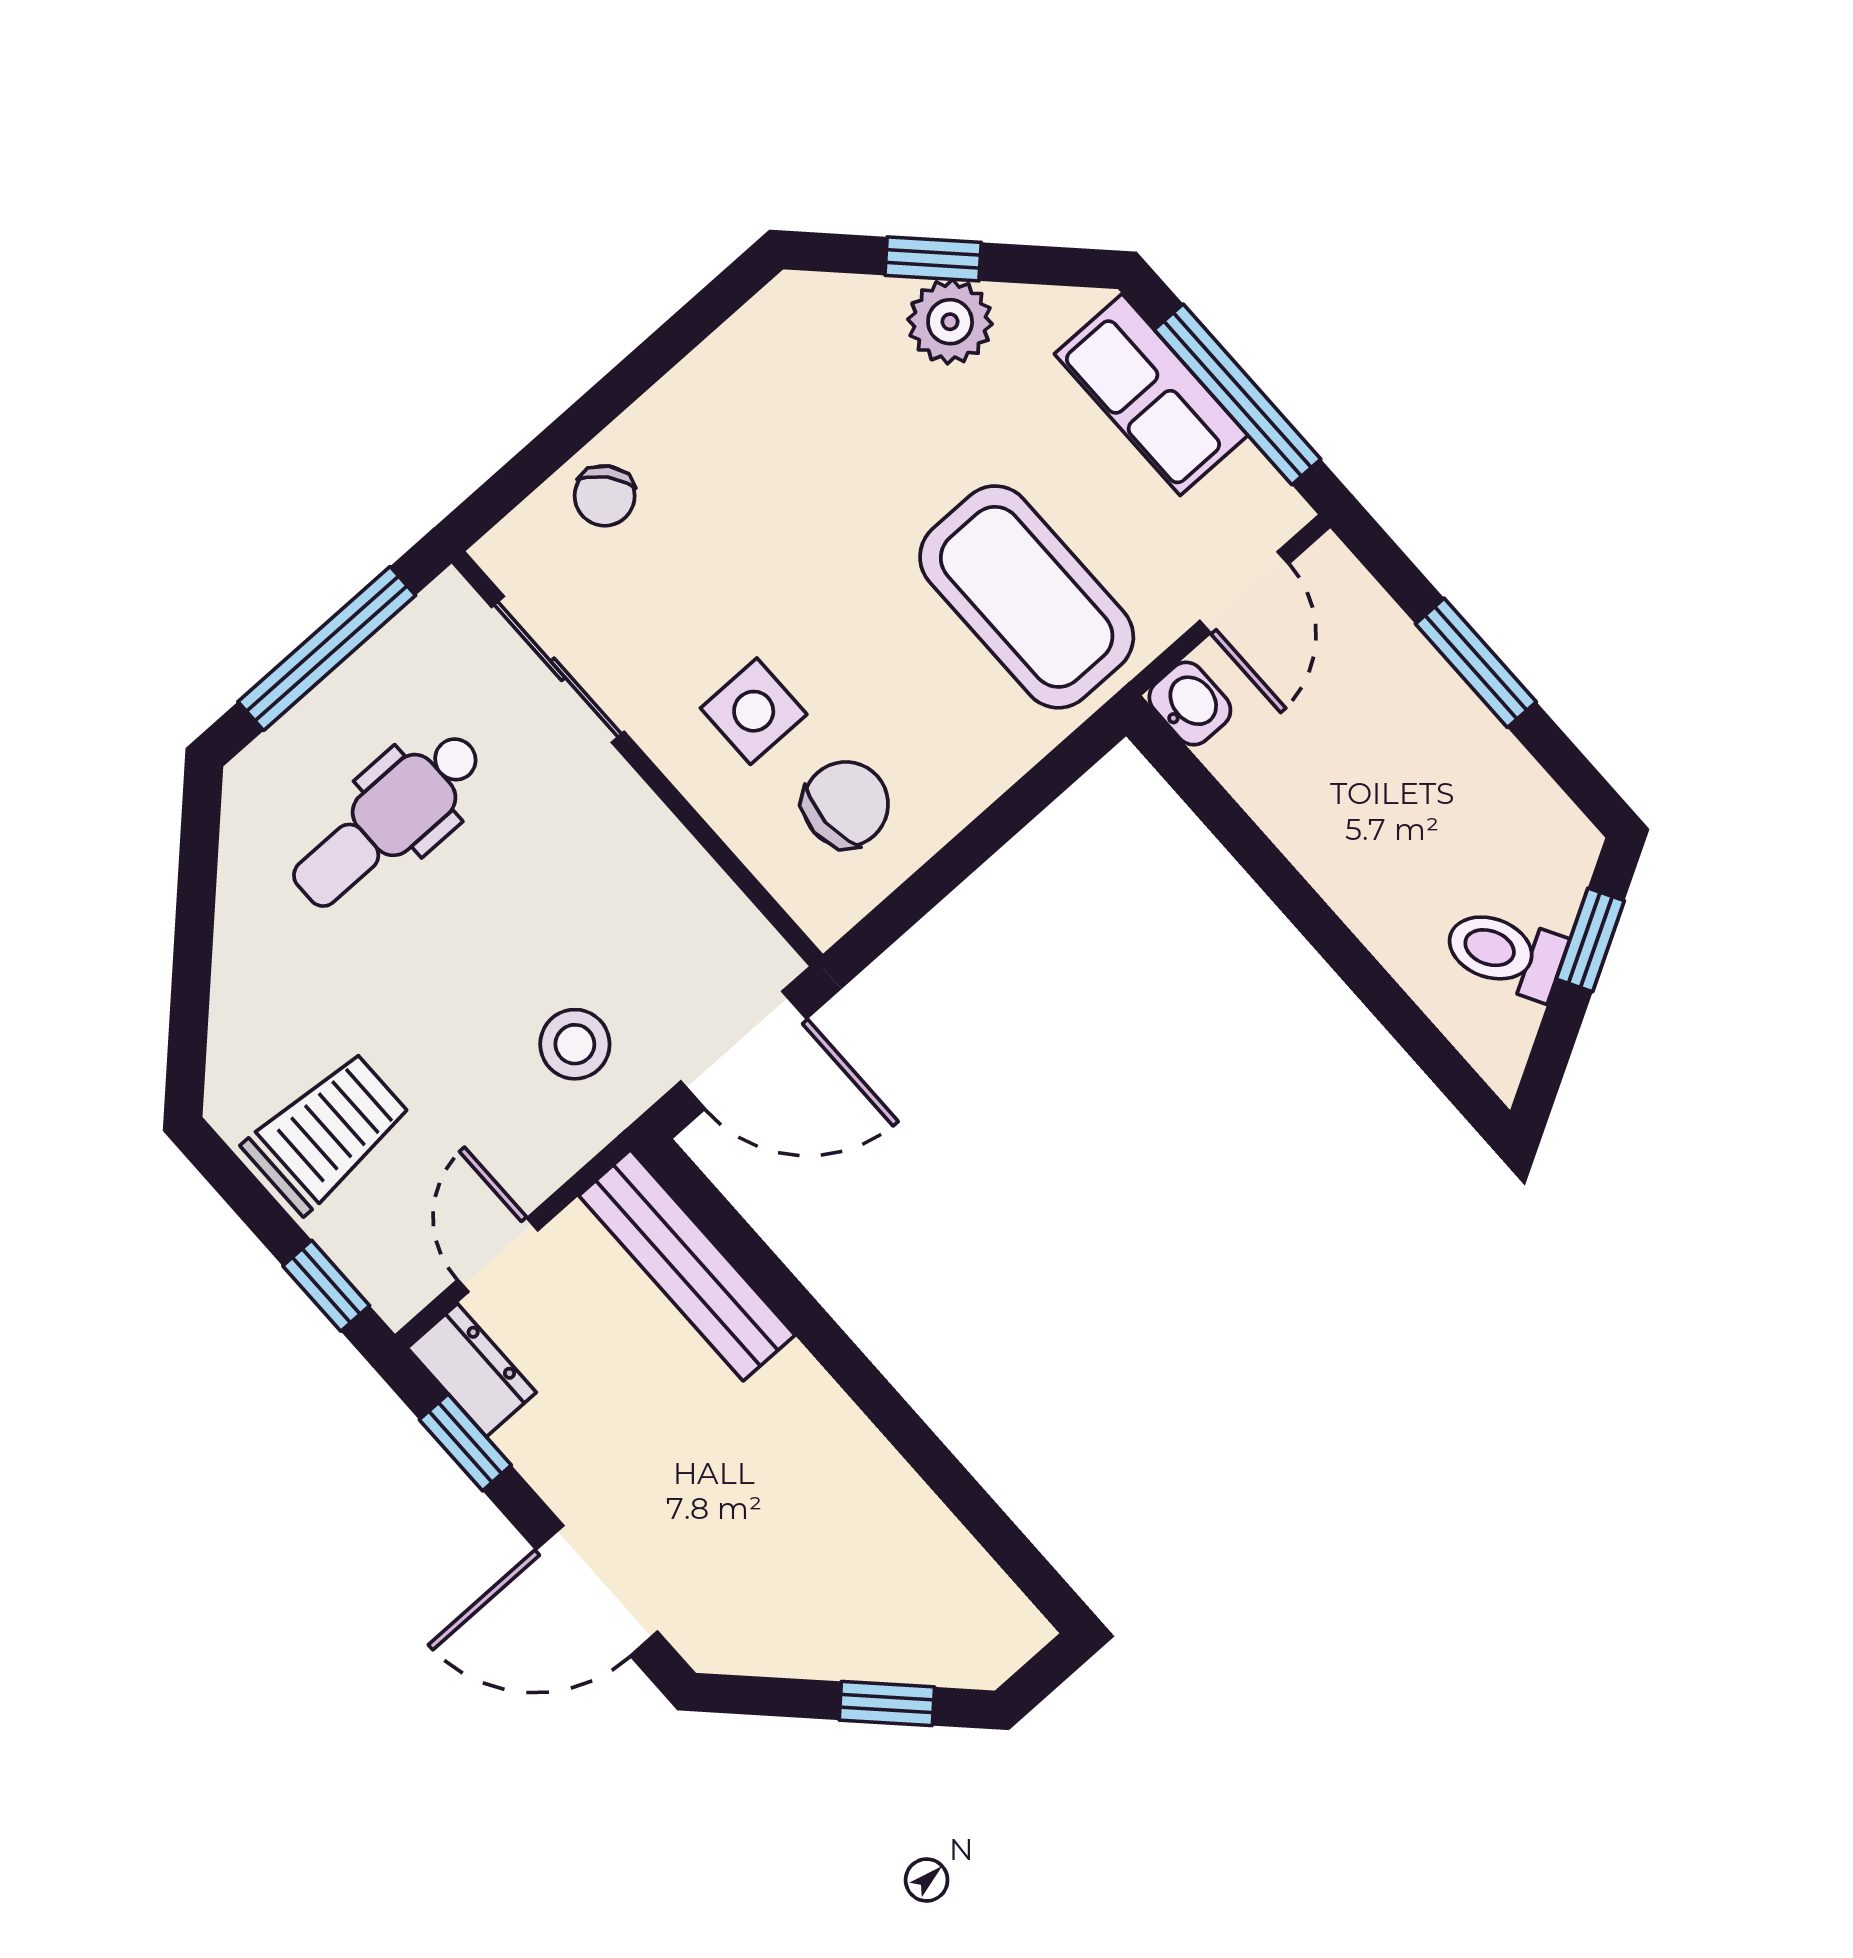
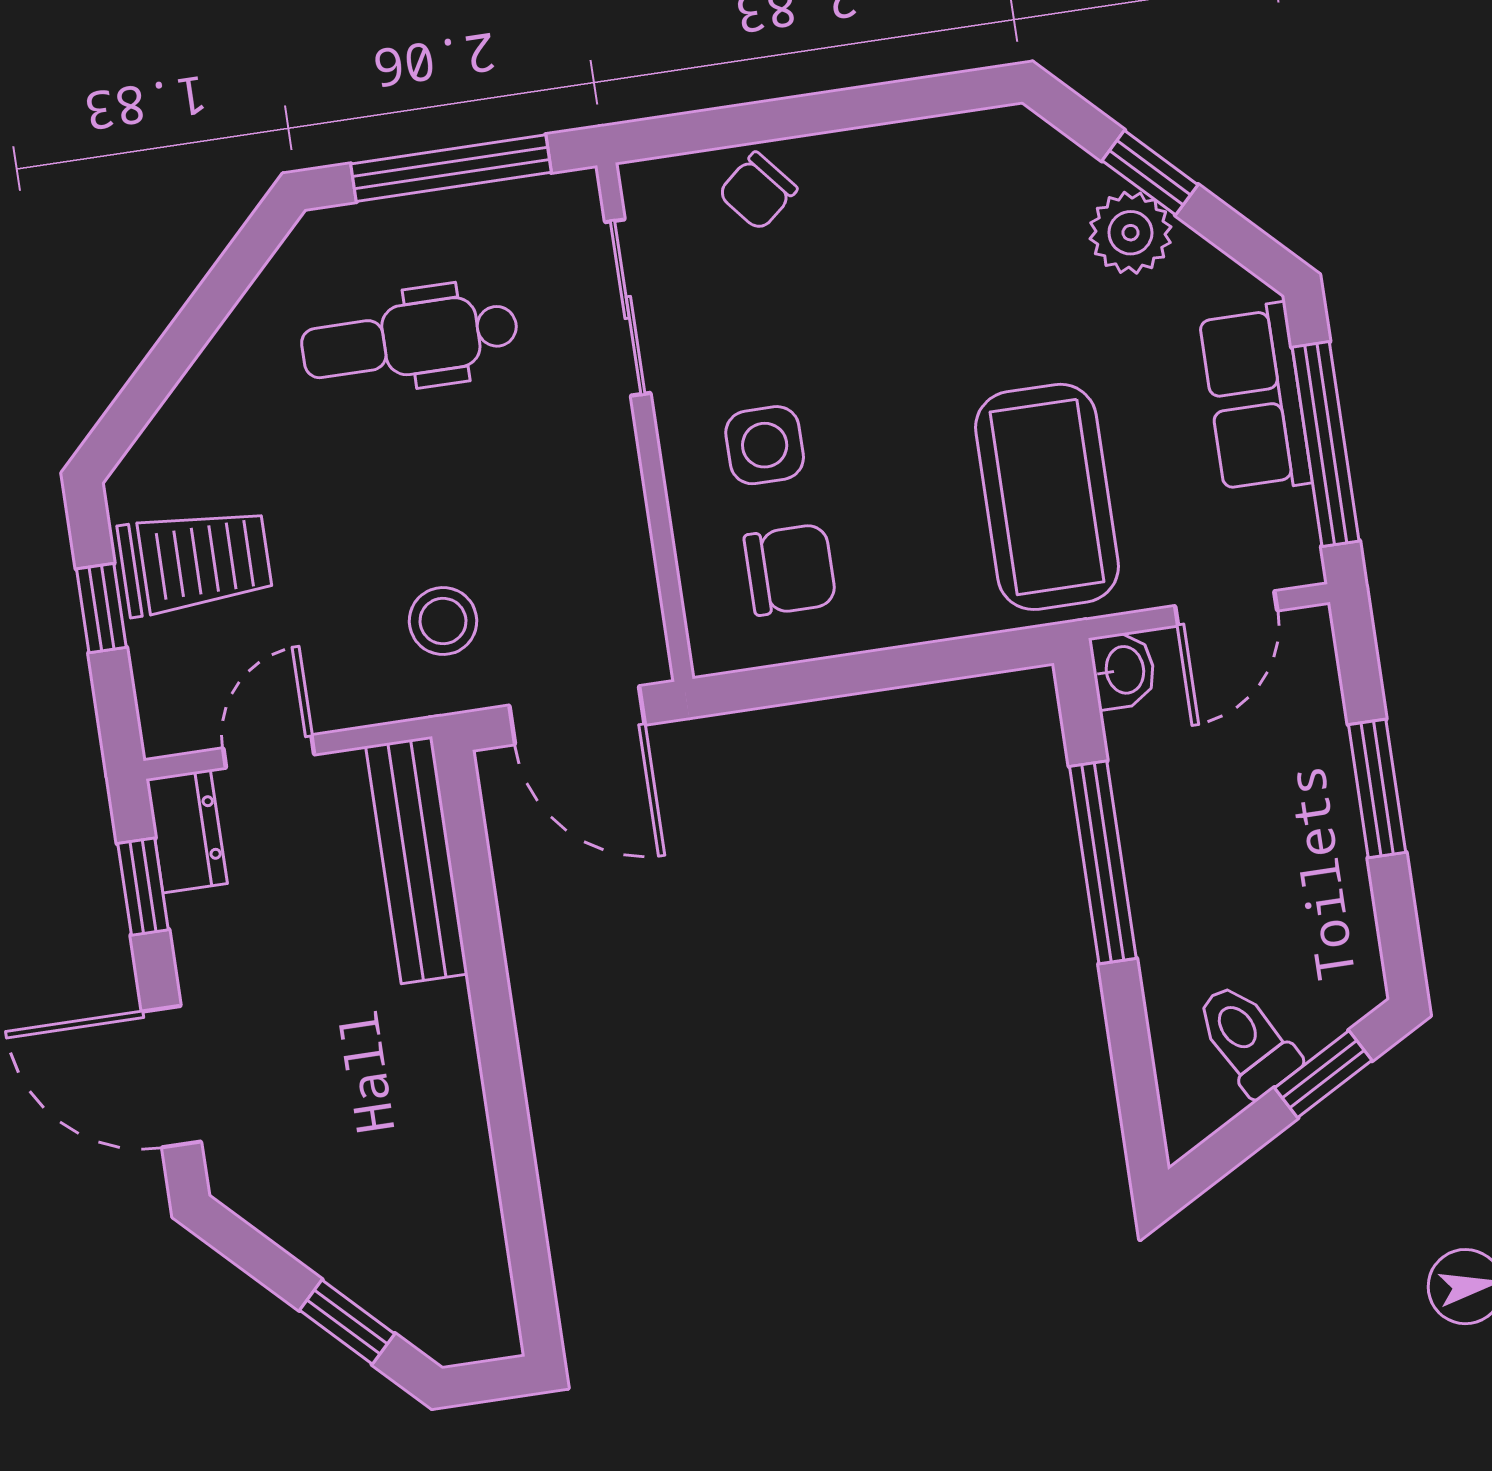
window: (1281, 881) -> (1103, 862), added
window: (326, 1286) -> (101, 608), moved

